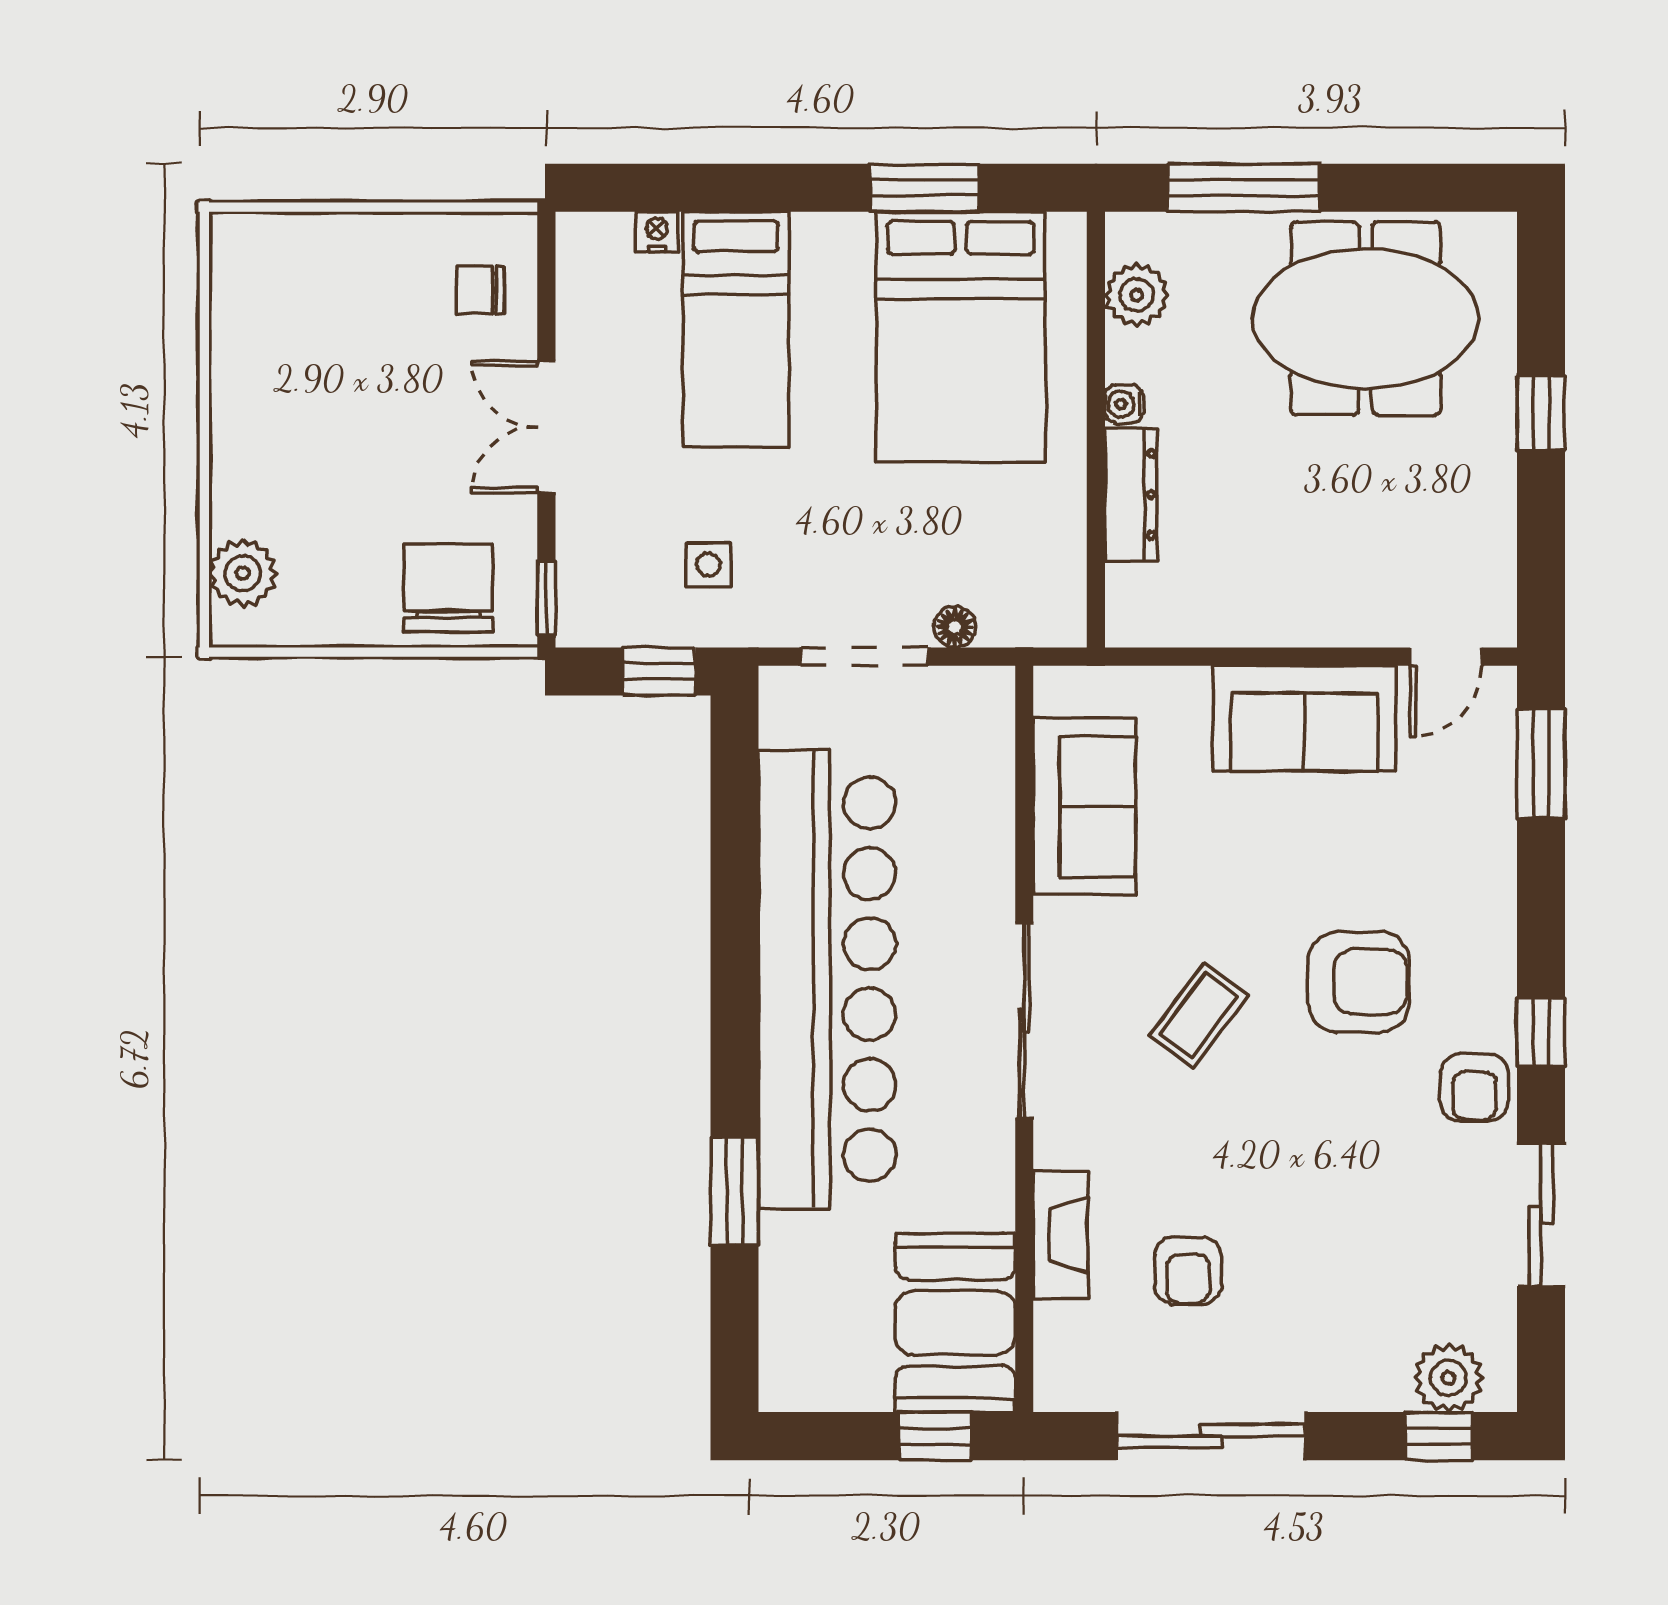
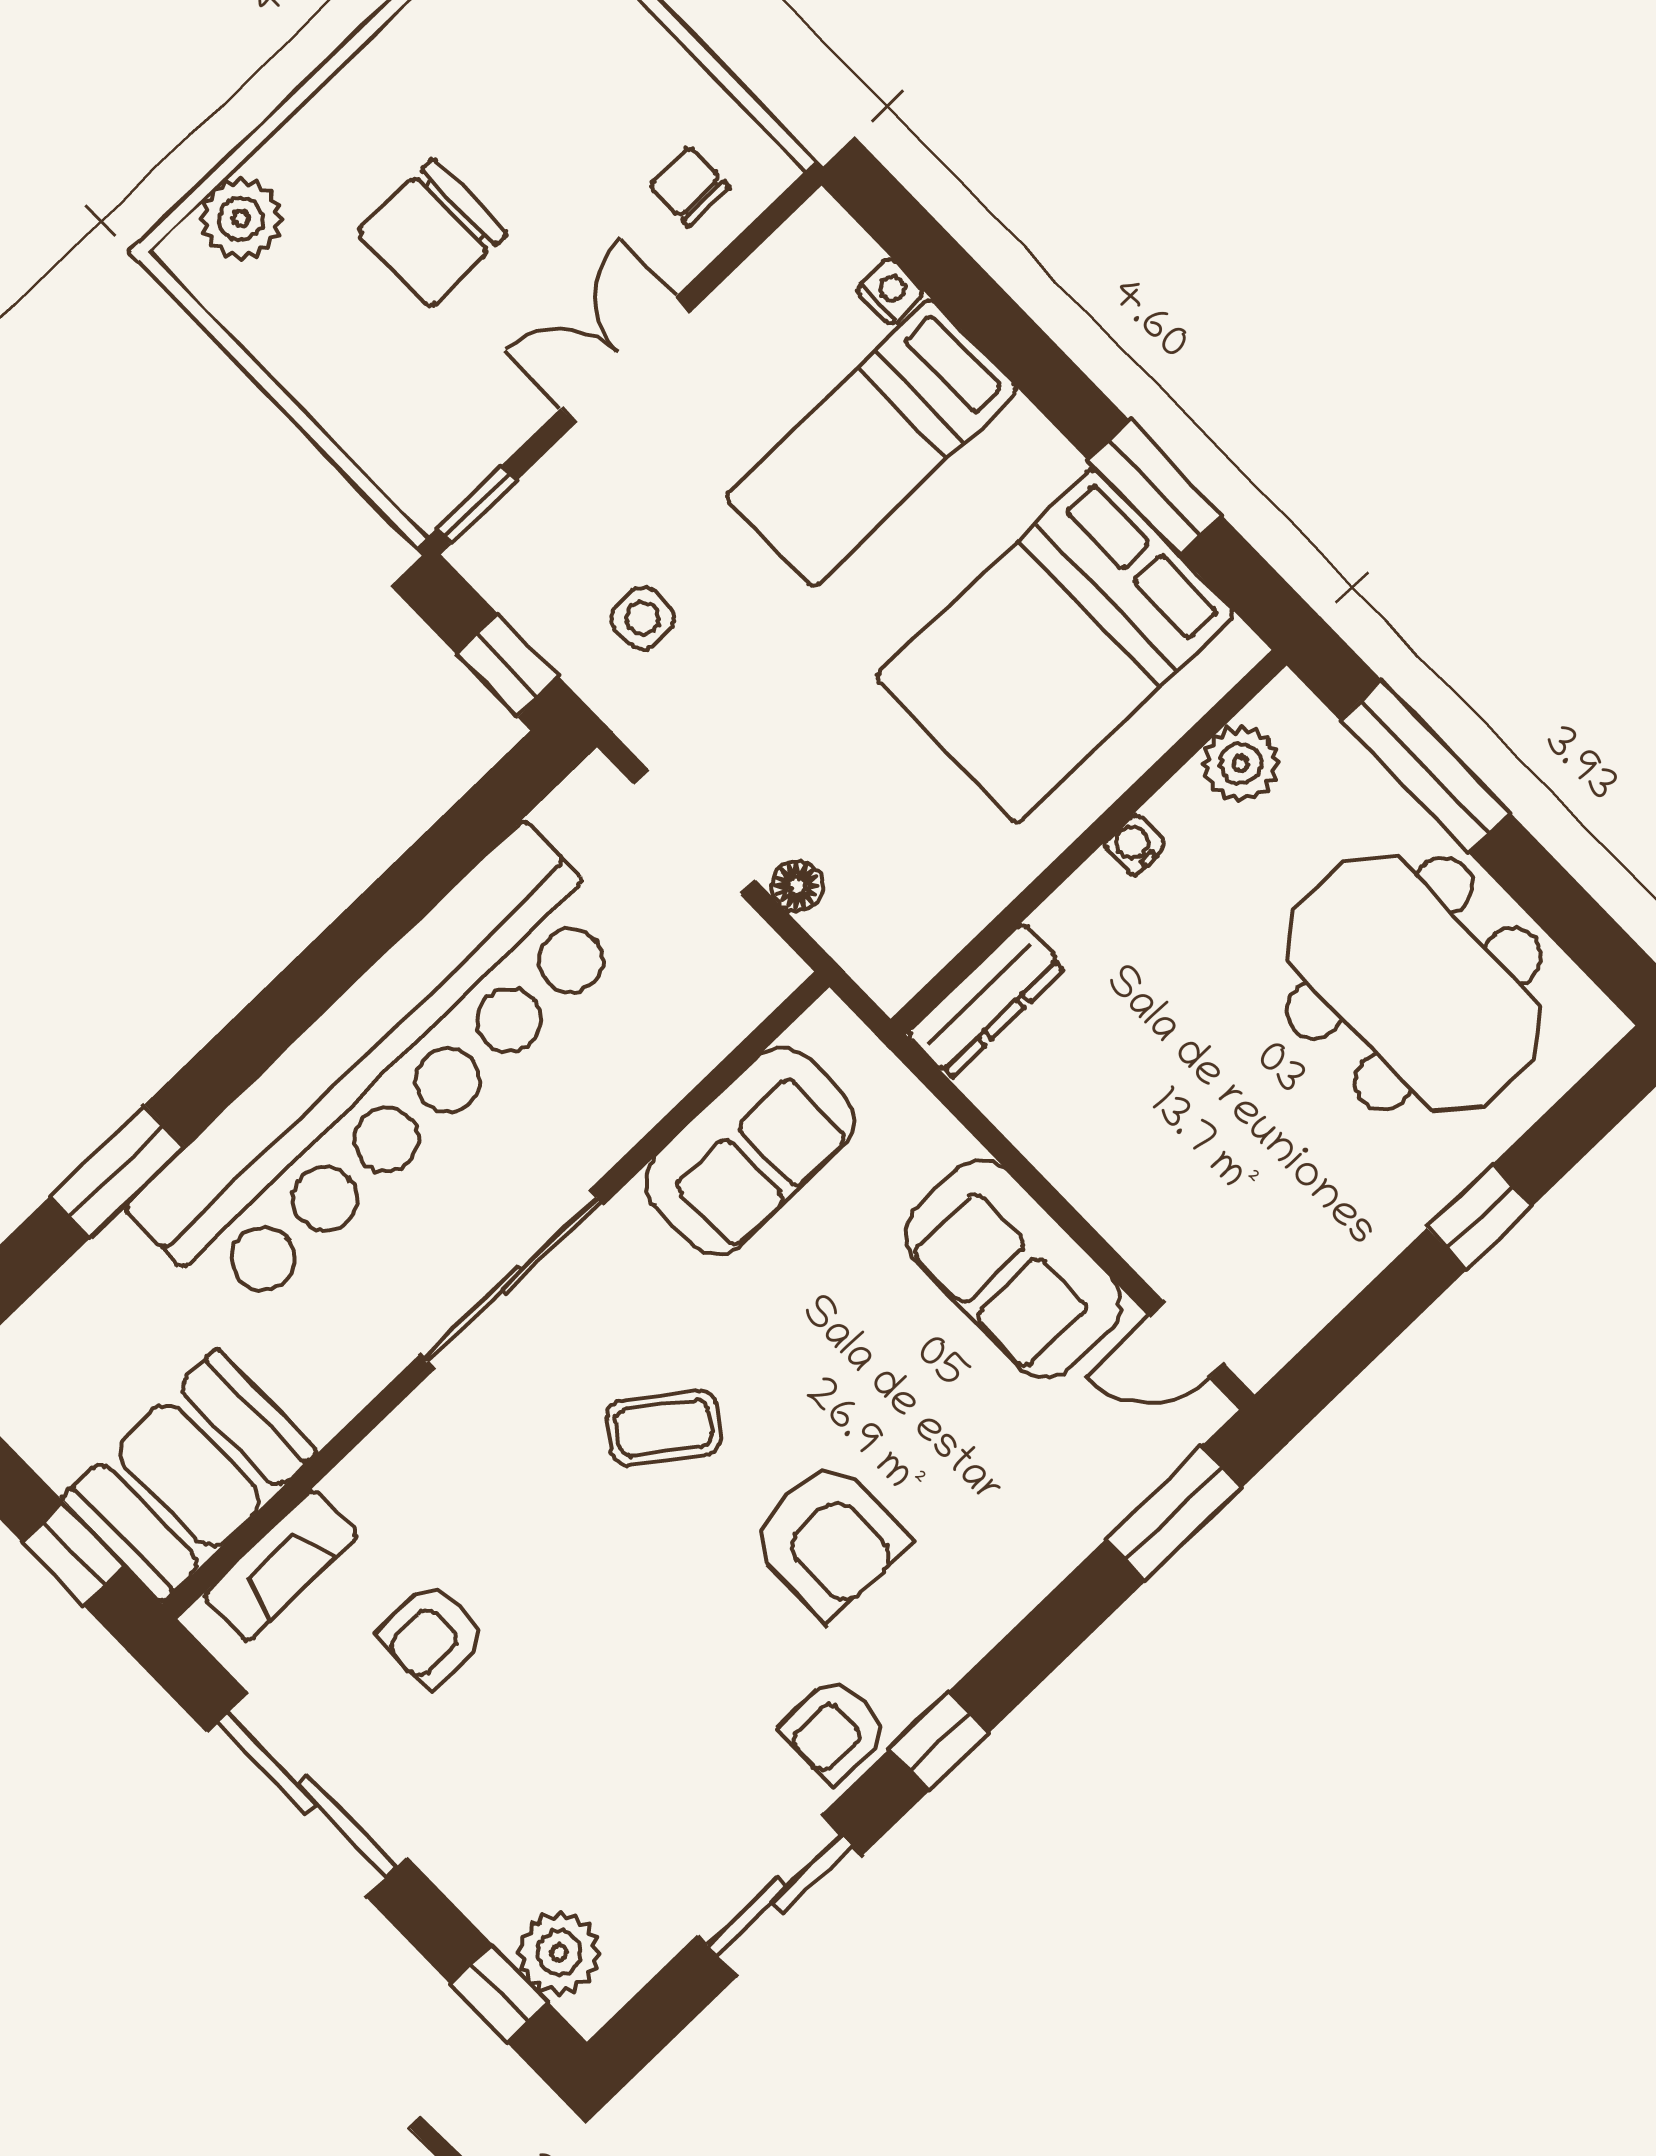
dresser: (1131, 495) -> (986, 1001), moved
chair: (448, 588) -> (432, 233), moved, turned 180
fireplace: (1060, 1235) -> (281, 1565), moved

